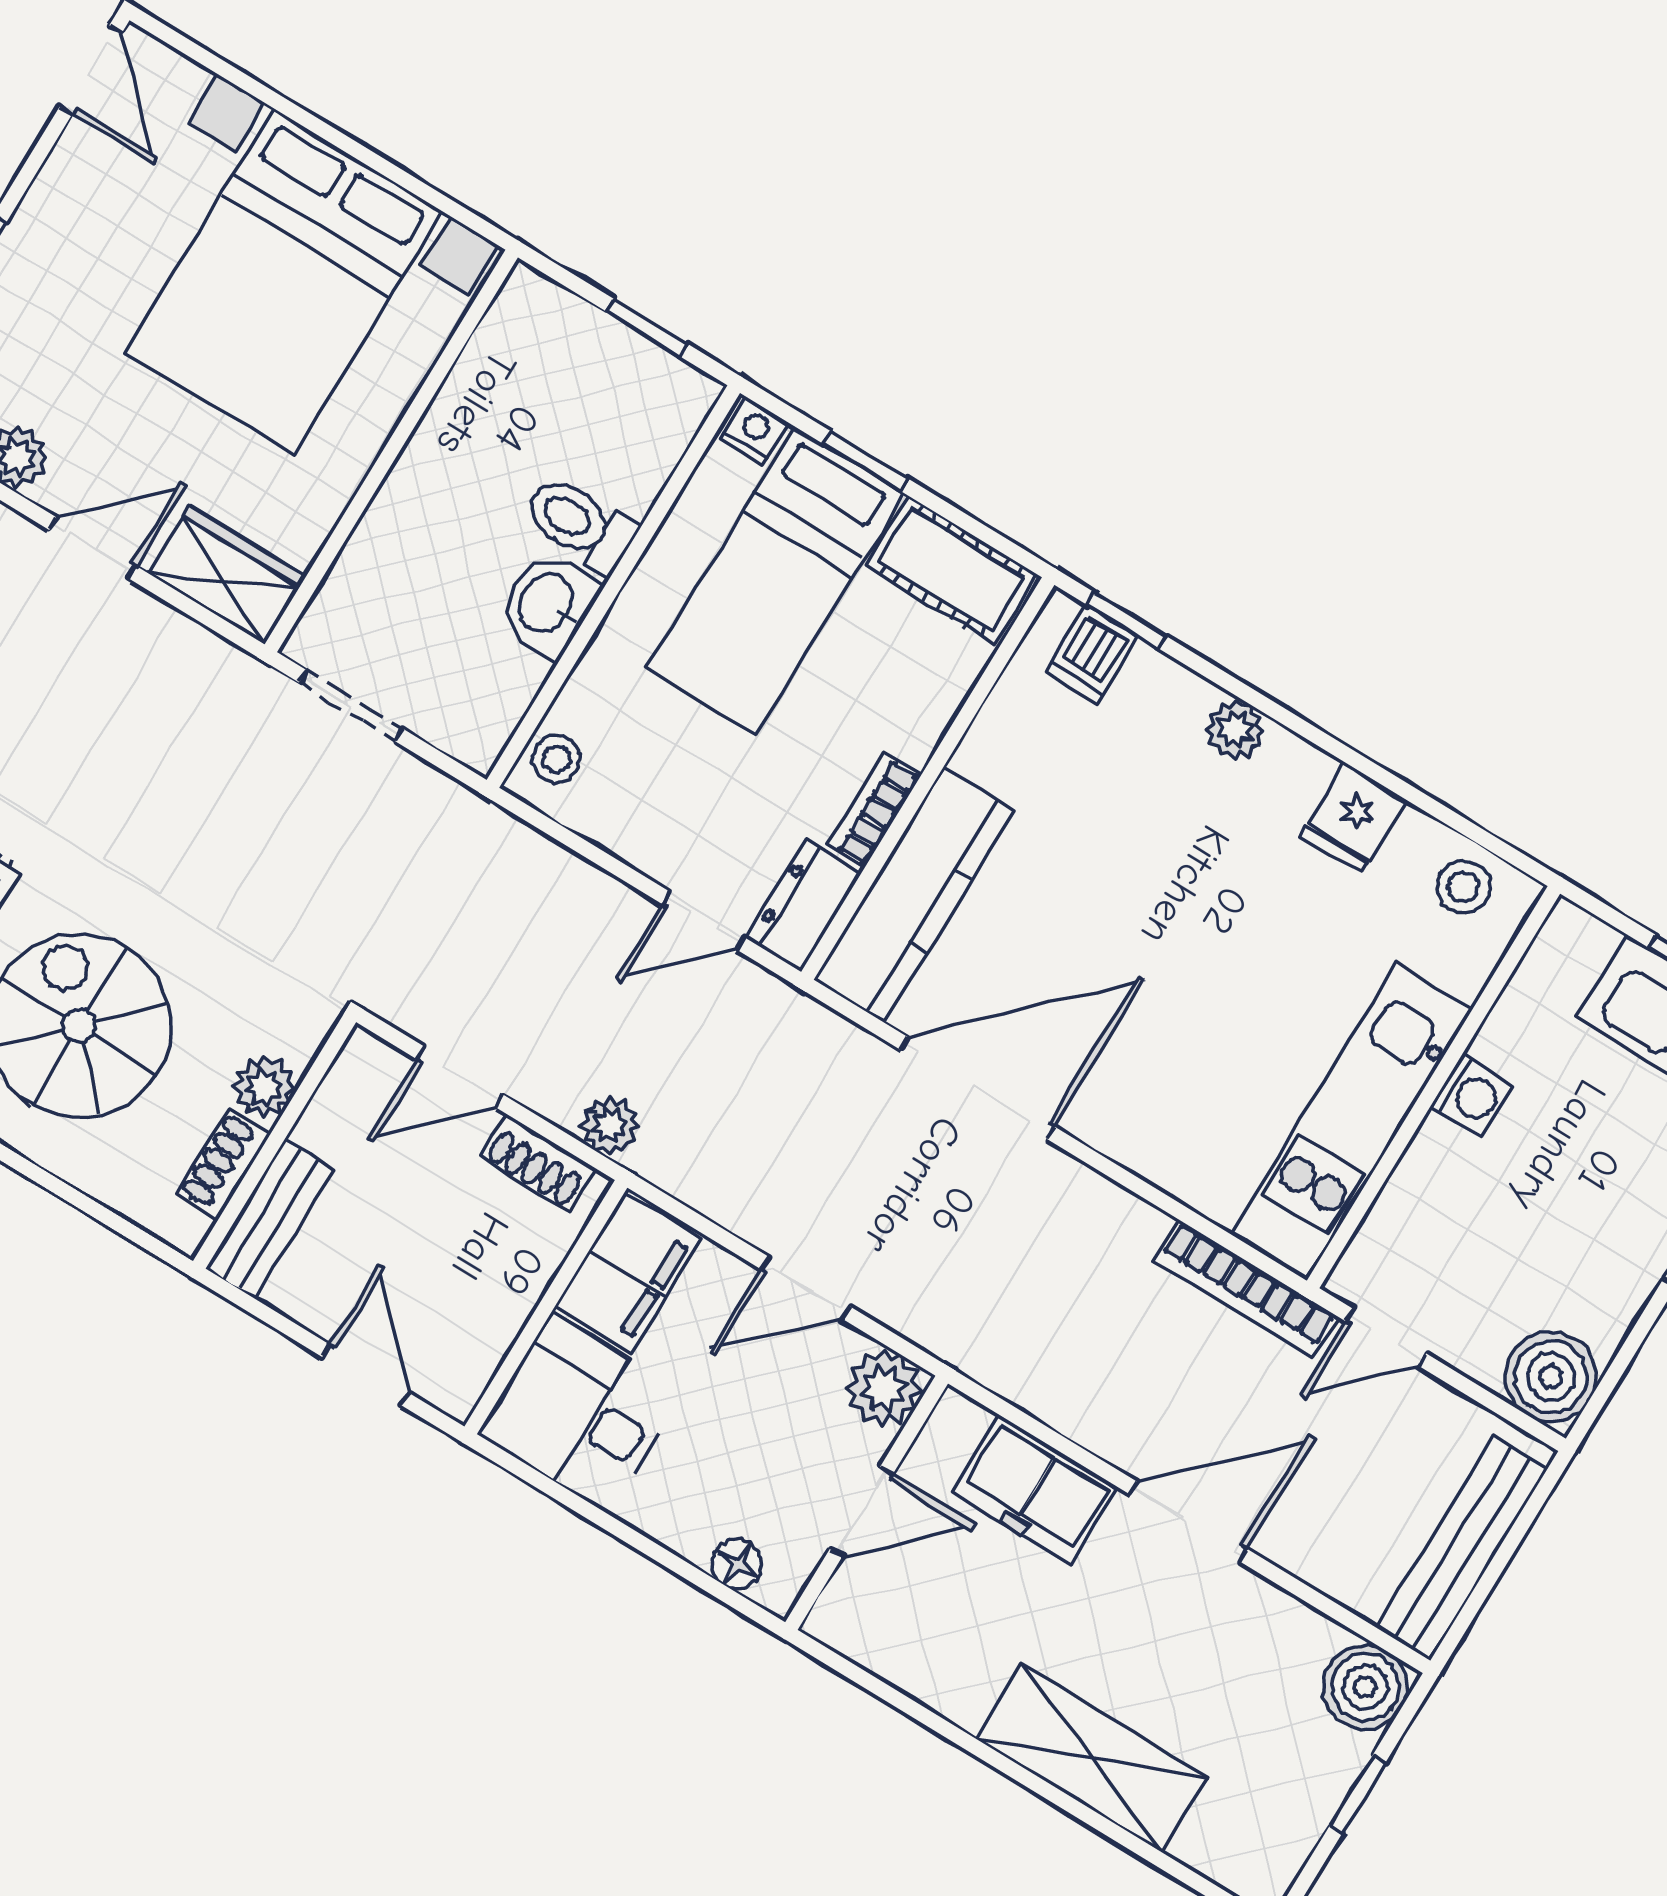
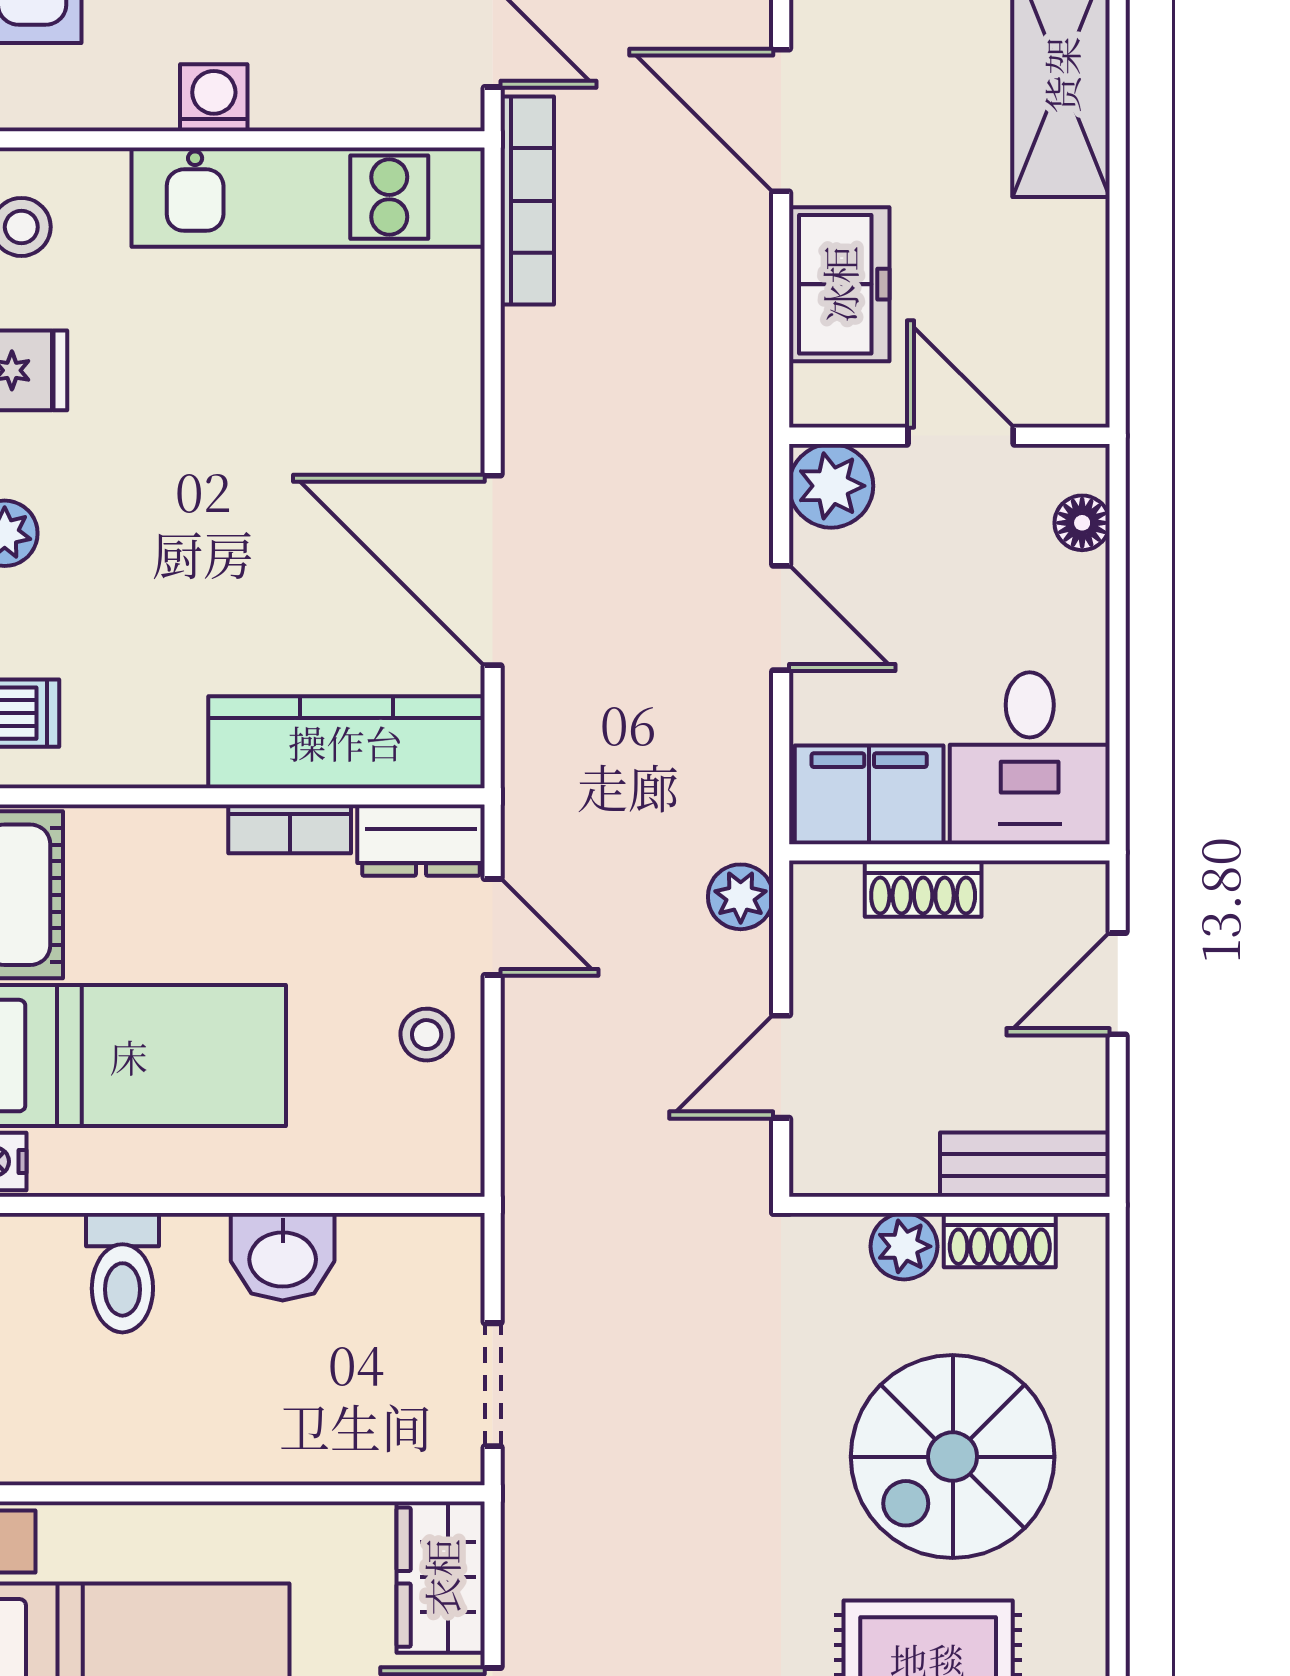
toilet: (580, 524) -> (122, 1273), moved
stool: (556, 759) -> (427, 1035), moved
door: (460, 1077) -> (781, 1067), swing flipped
shoe rack: (538, 1163) -> (923, 889), moved, turned 90

